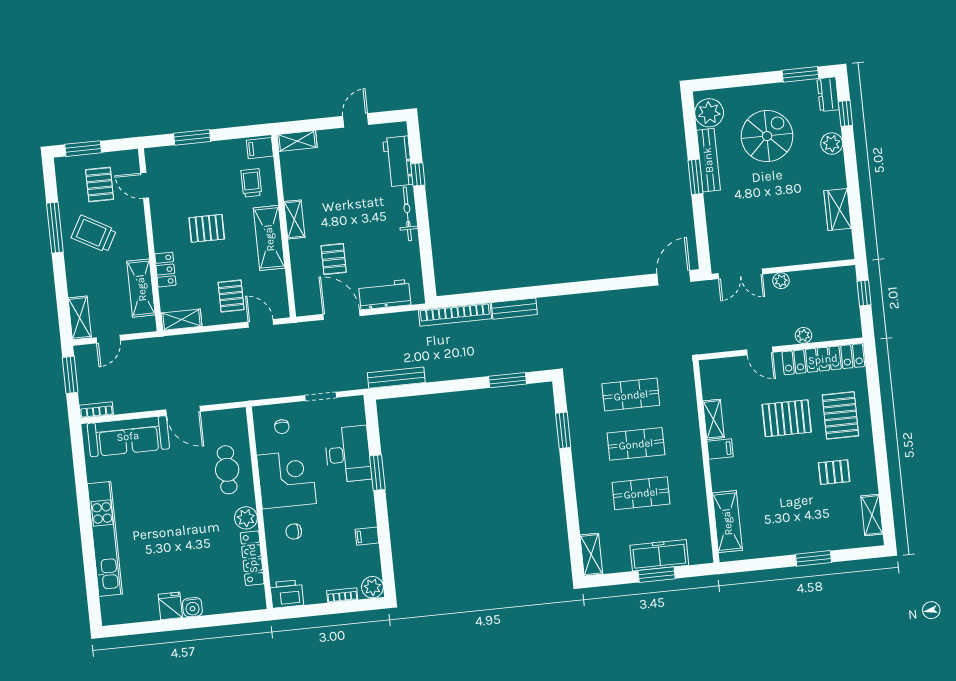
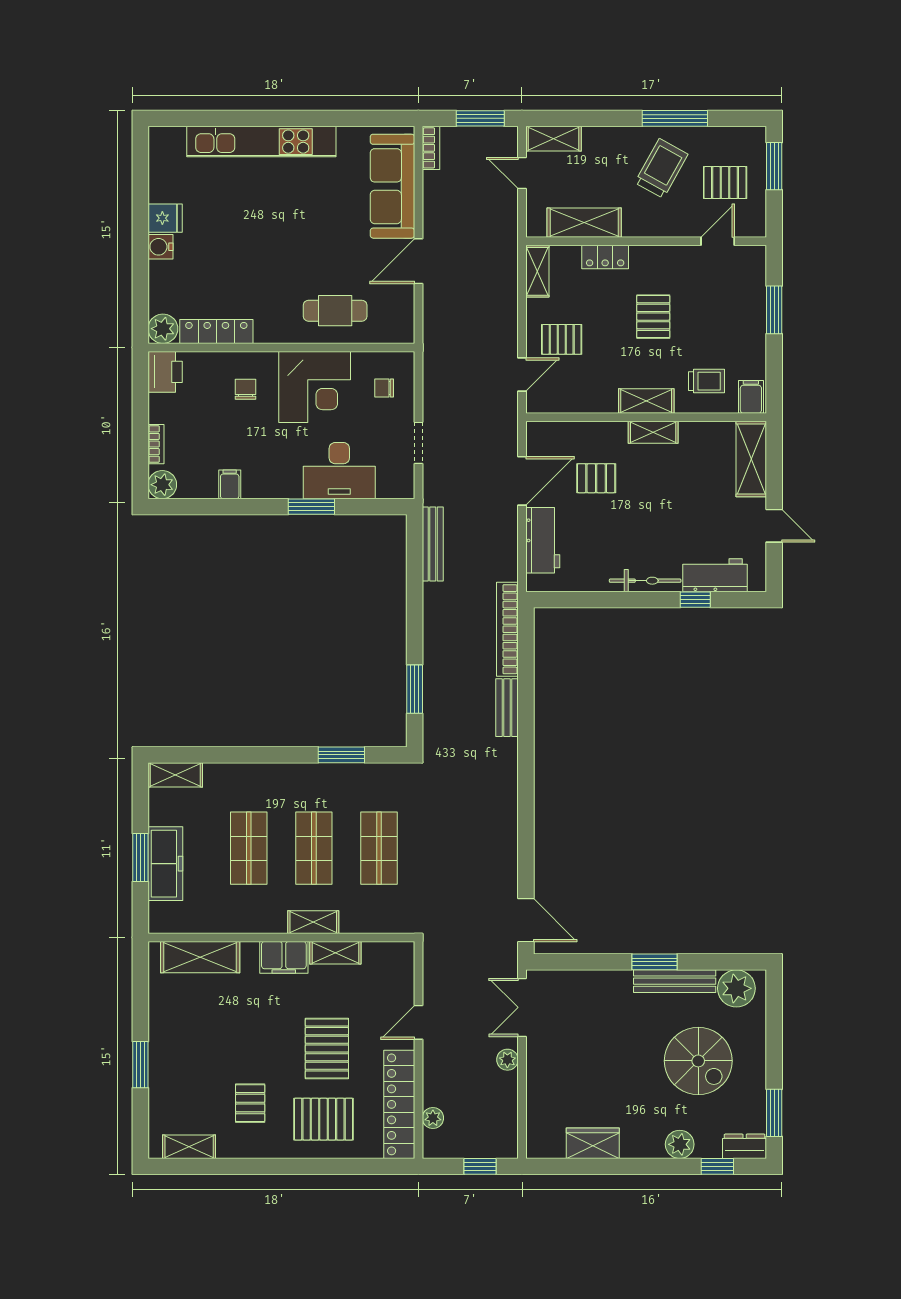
shelving: (297, 141) -> (751, 459), width x1.50, depth x1.33
shelving: (269, 238) -> (646, 401), width x0.67, depth x0.75
plant: (803, 335) -> (433, 1118), moved
shelving: (692, 439) -> (313, 922), added
filing cabinet: (720, 449) -> (284, 957), width x2.00
plant: (246, 518) -> (163, 329), moved

